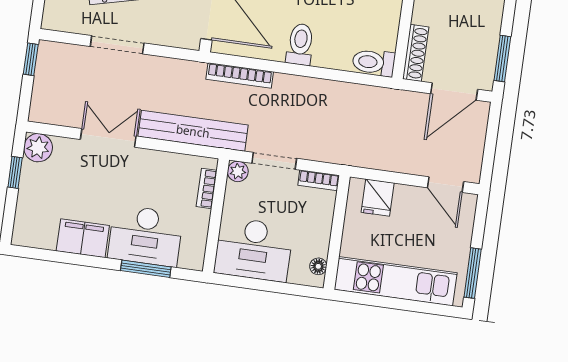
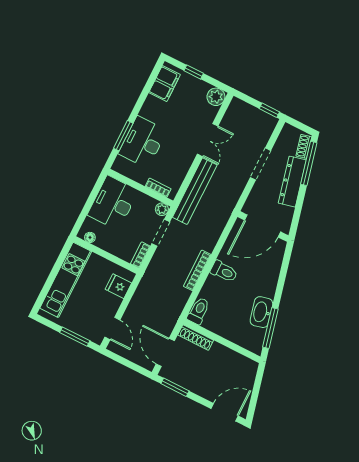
bookcase: (240, 76) -> (197, 270), moved
window: (15, 172) -> (194, 72), moved
door: (445, 185) -> (112, 329), swing flipped
filing cabinet: (83, 238) -> (165, 84), moved
window: (473, 273) -> (75, 337), moved

